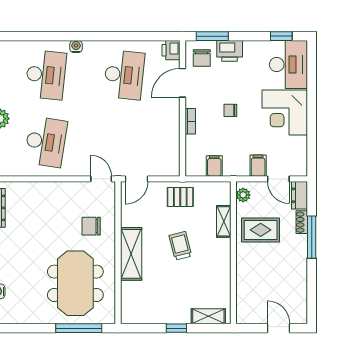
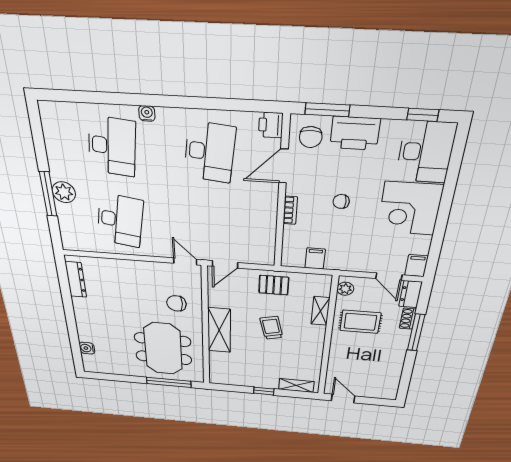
printer: (230, 51) -> (355, 133), width x1.37, depth x1.19
filing cabinet: (258, 166) -> (416, 266), moved
door: (279, 328) -> (343, 398), moved

